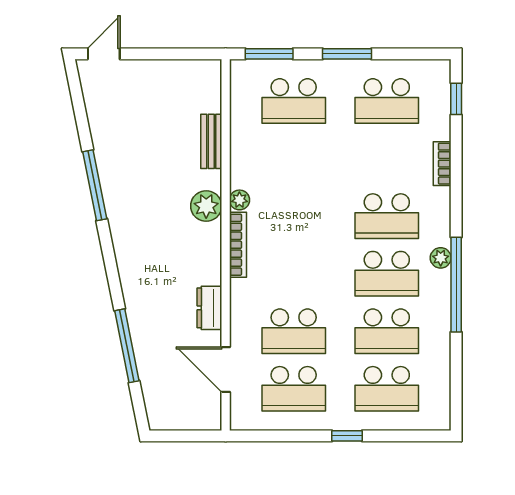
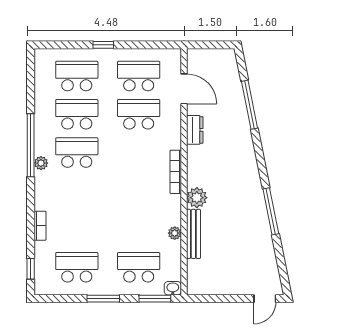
washbasin: (242, 69) -> (173, 288), added
bench: (211, 141) -> (193, 234), width x1.36
plant: (239, 200) -> (175, 233), moved
school desk: (387, 216) -> (77, 191), removed

